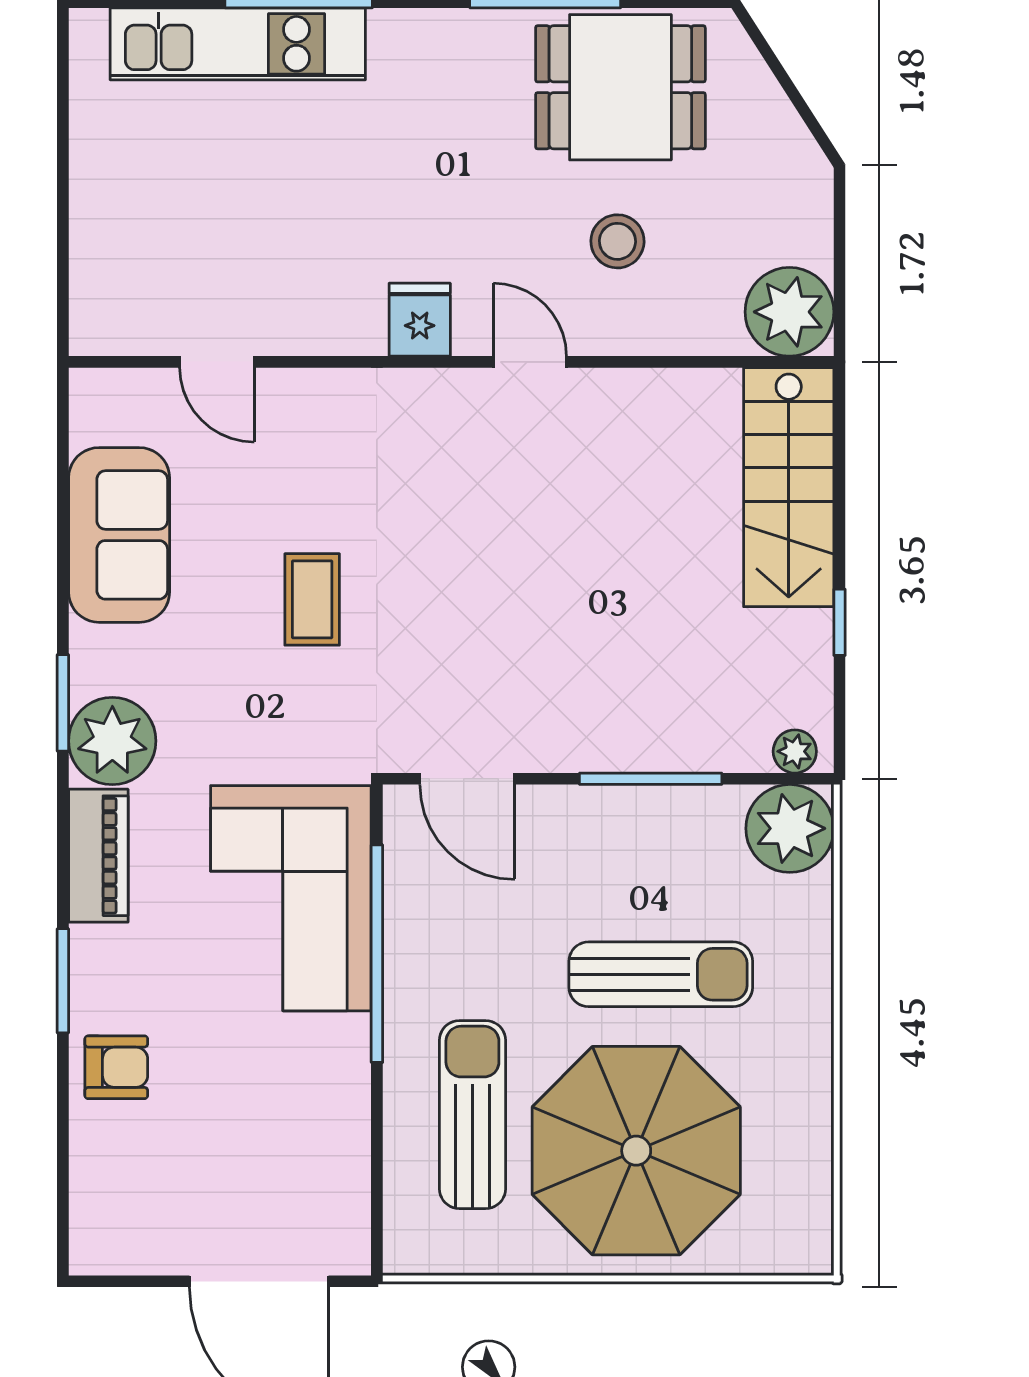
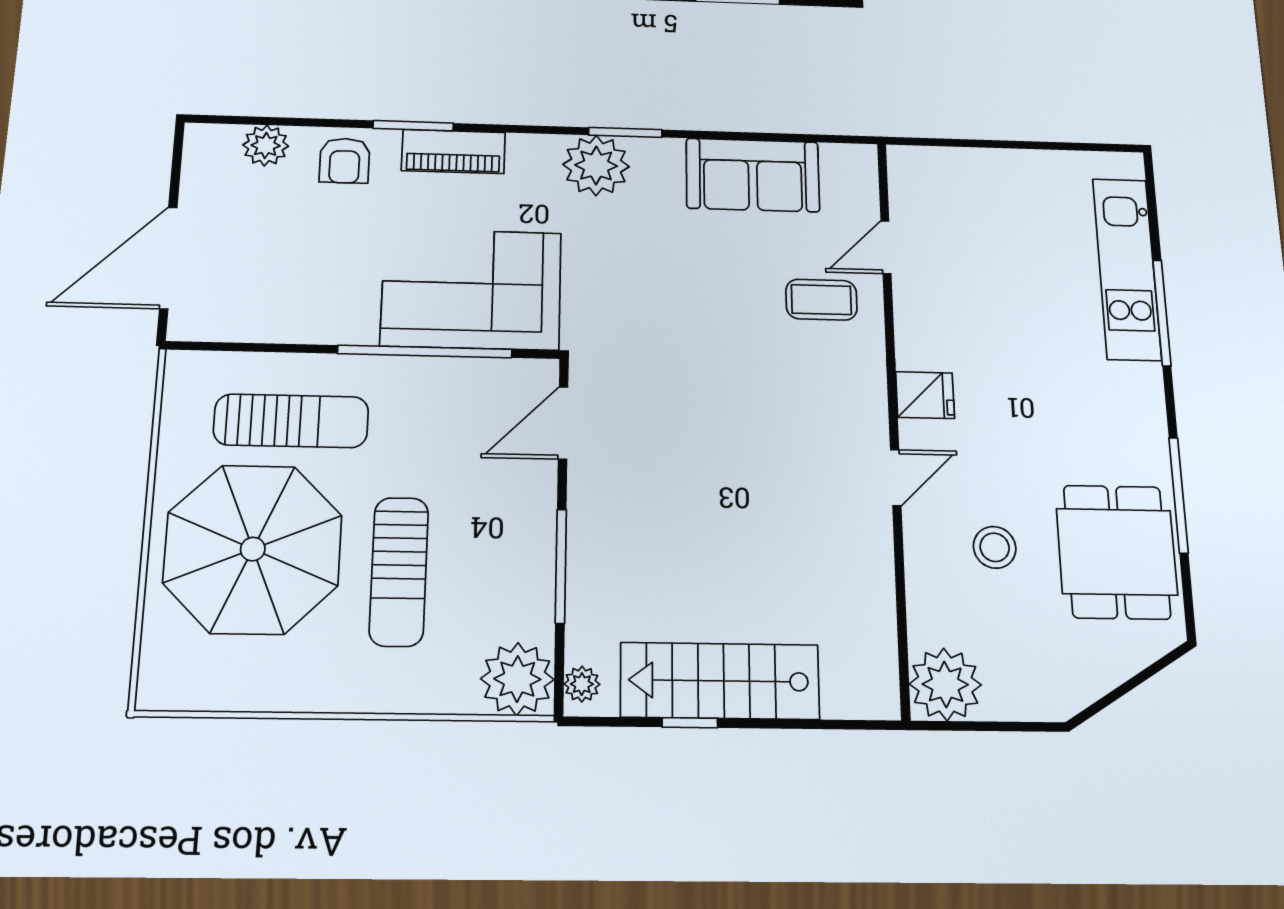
stairs: (789, 487) -> (720, 681), moved
coffee table: (312, 599) -> (821, 300), moved
piano: (98, 856) -> (453, 151), moved
plant: (98, 1170) -> (266, 145), added

